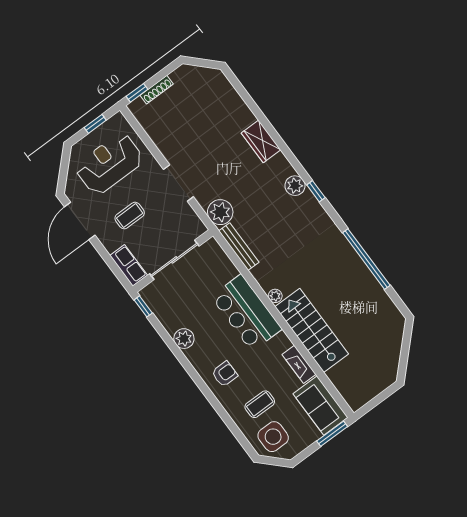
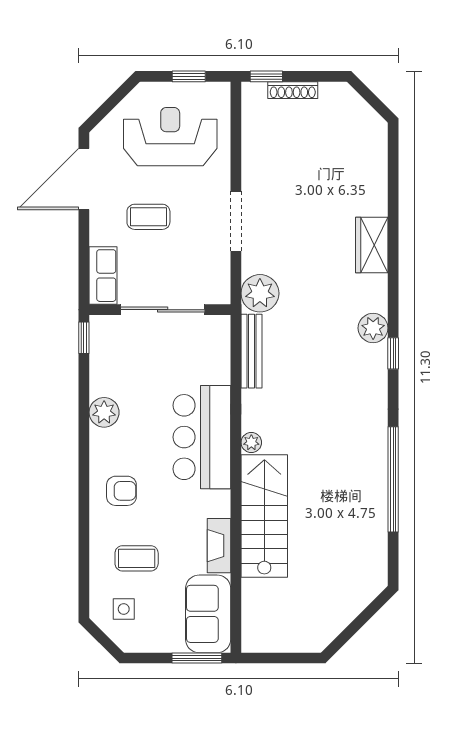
side table: (273, 437) -> (124, 609), width x0.54, depth x0.54

